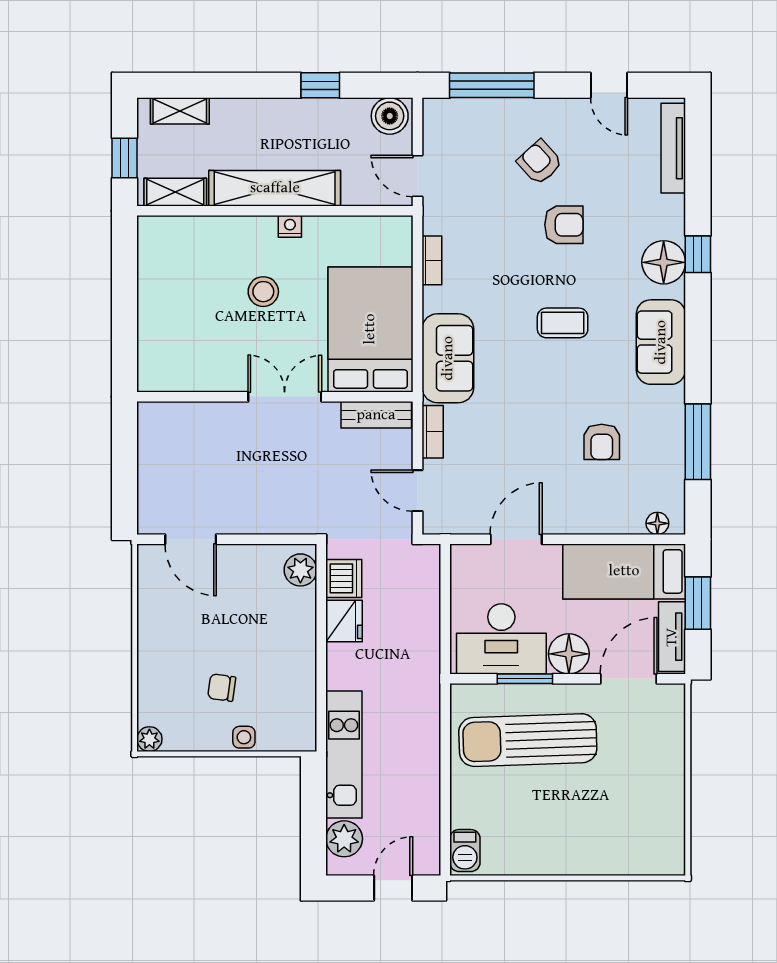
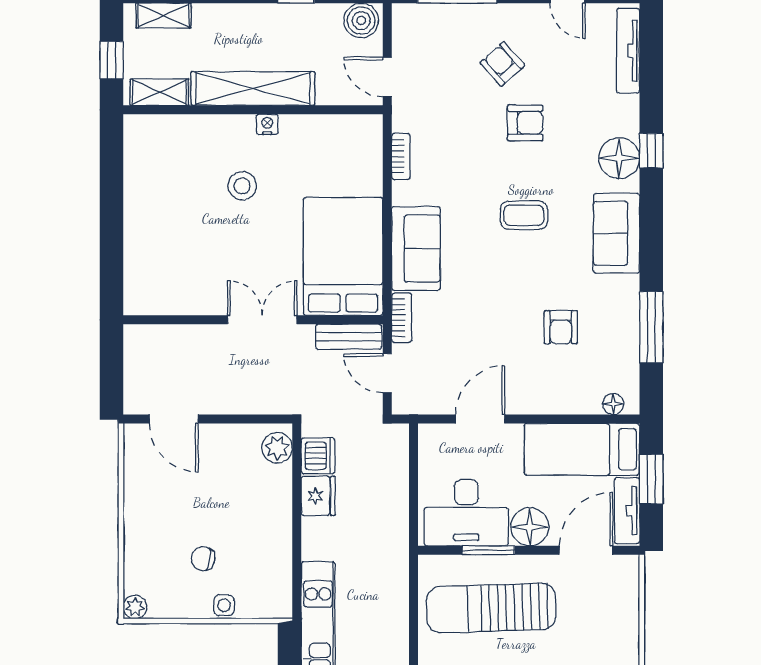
bed: (370, 329) -> (343, 256), moved
wall: (275, 397) -> (253, 320), moved
double door: (285, 397) -> (262, 320), moved
bench: (376, 415) -> (348, 337), moved

